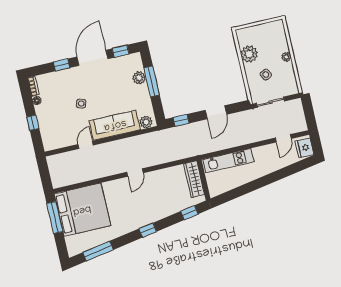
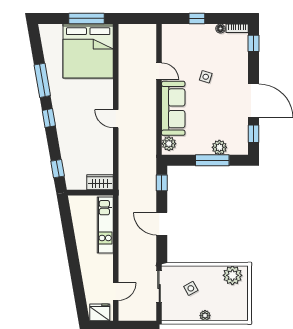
plant: (249, 54) -> (232, 275), moved
window: (62, 65) -> (254, 43), moved
door: (283, 138) -> (116, 291), swing flipped
wardrobe: (194, 179) -> (100, 182), width x0.67
window: (98, 251) -> (42, 80), moved

